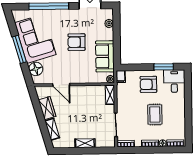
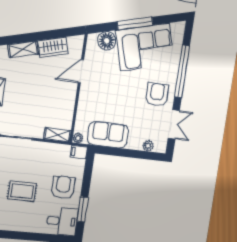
armchair: (77, 42) -> (157, 95), moved

